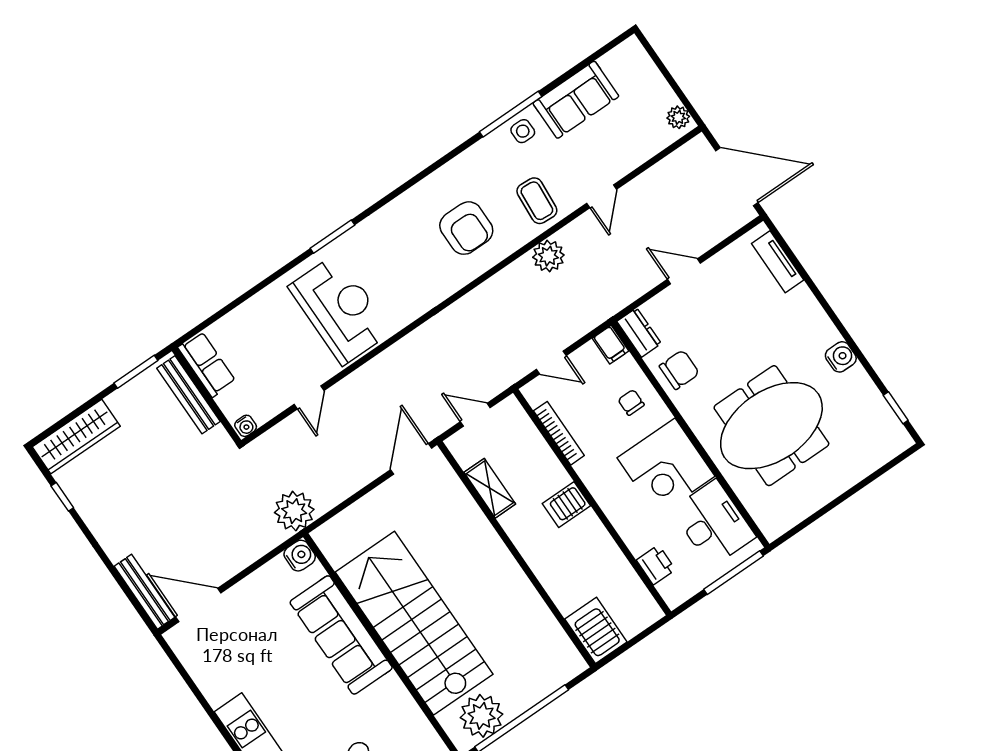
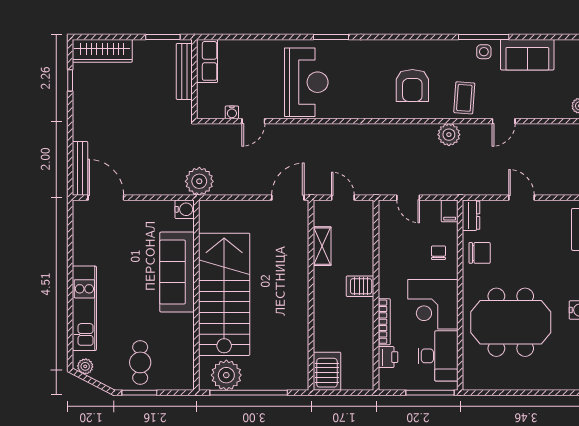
water cooler: (246, 426) -> (232, 112), moved
bookcase: (559, 433) -> (384, 322), moved

